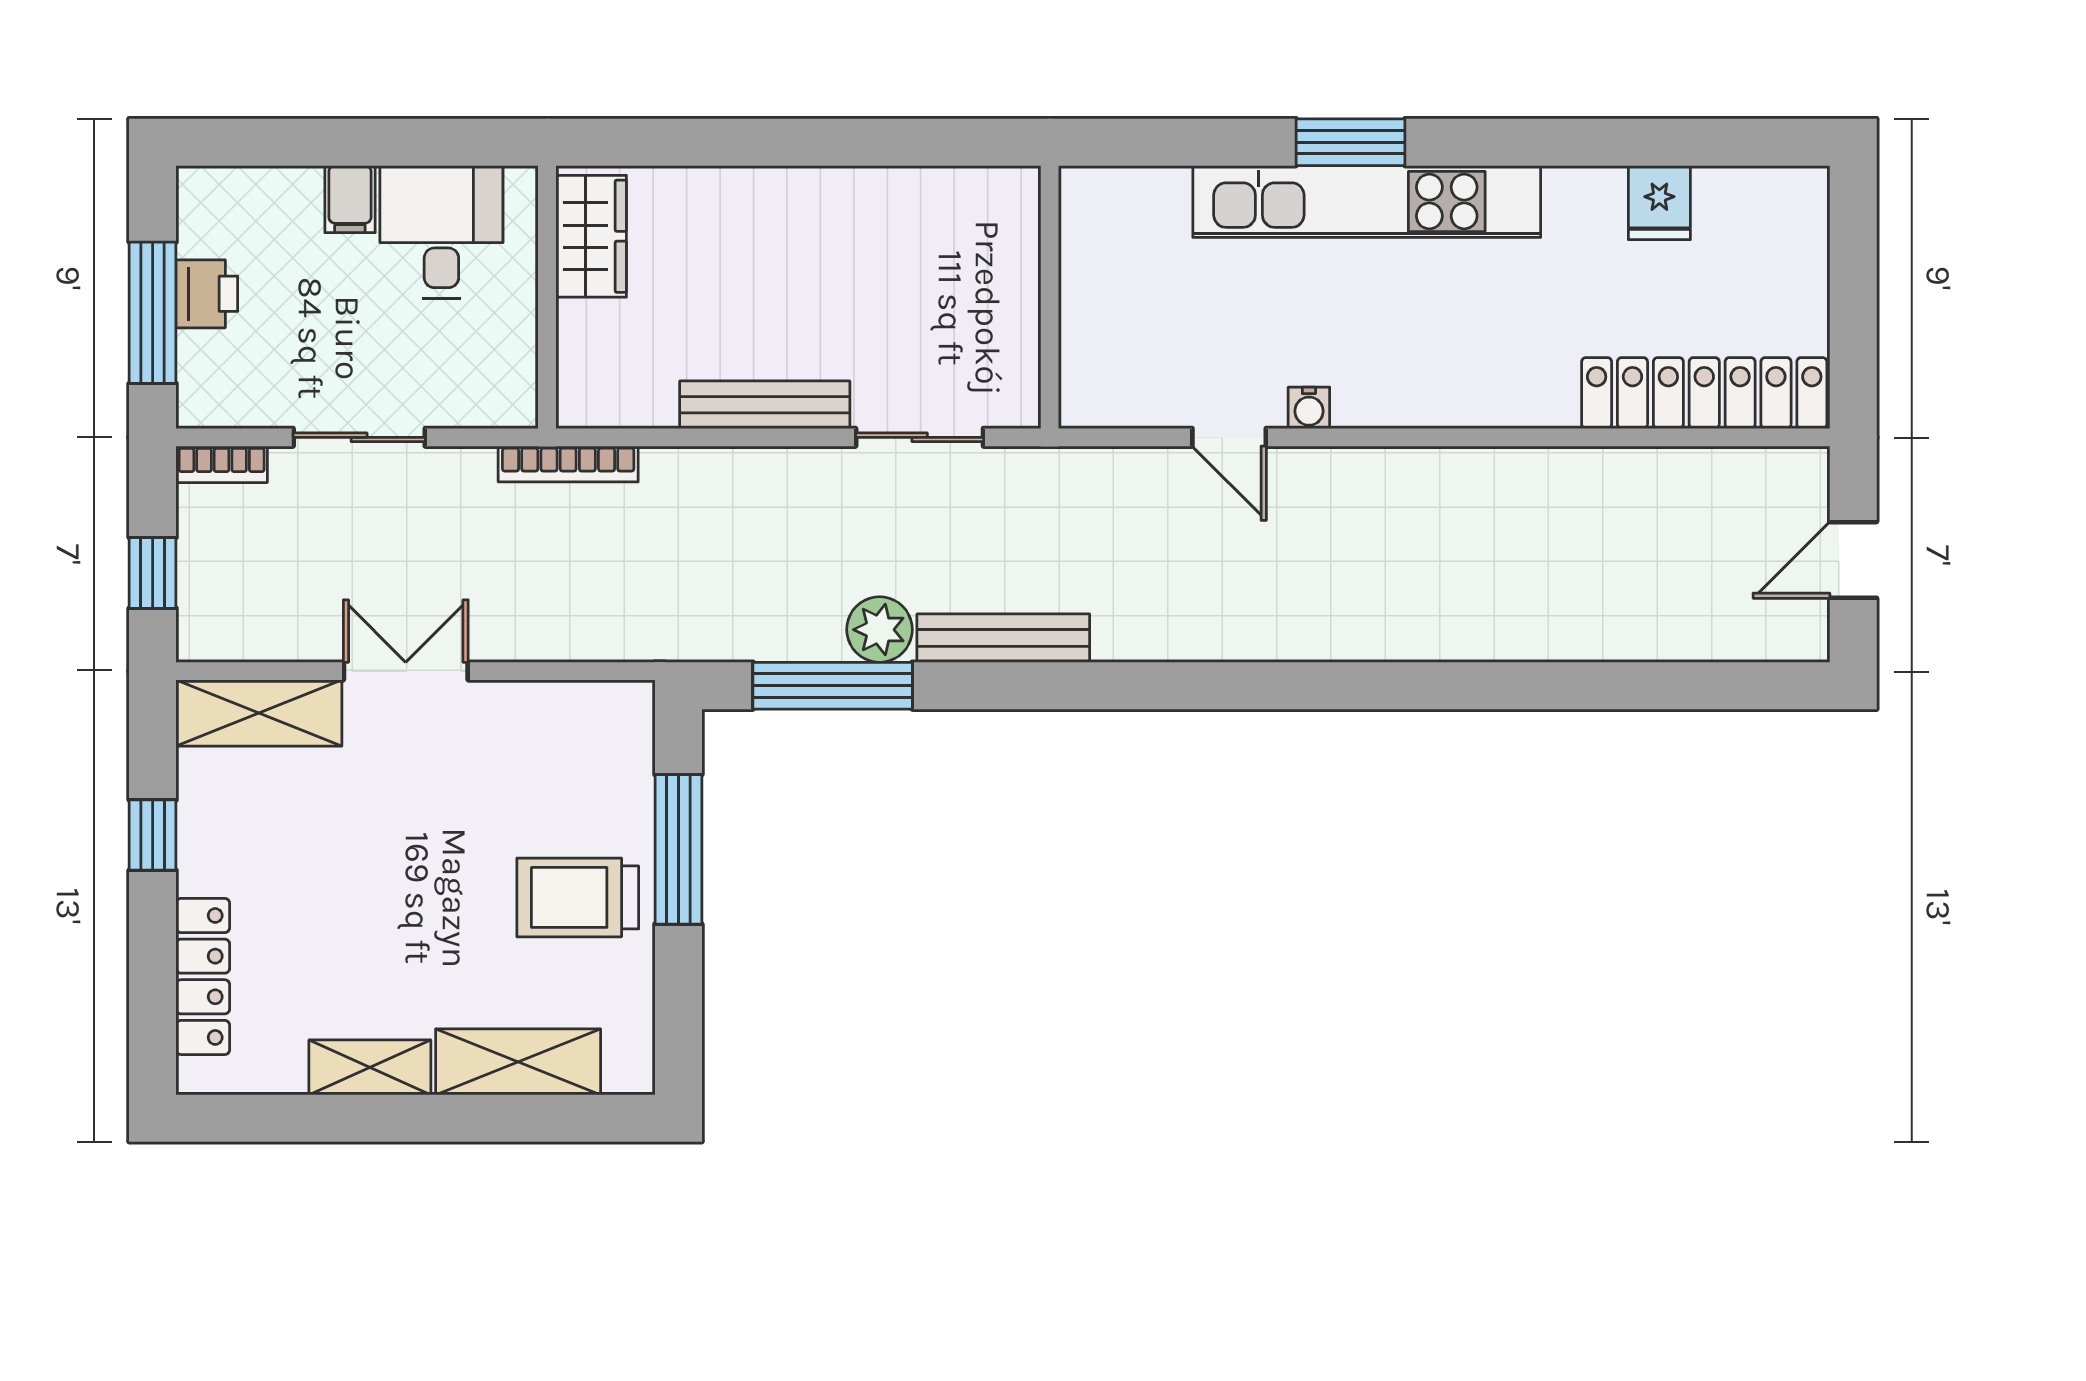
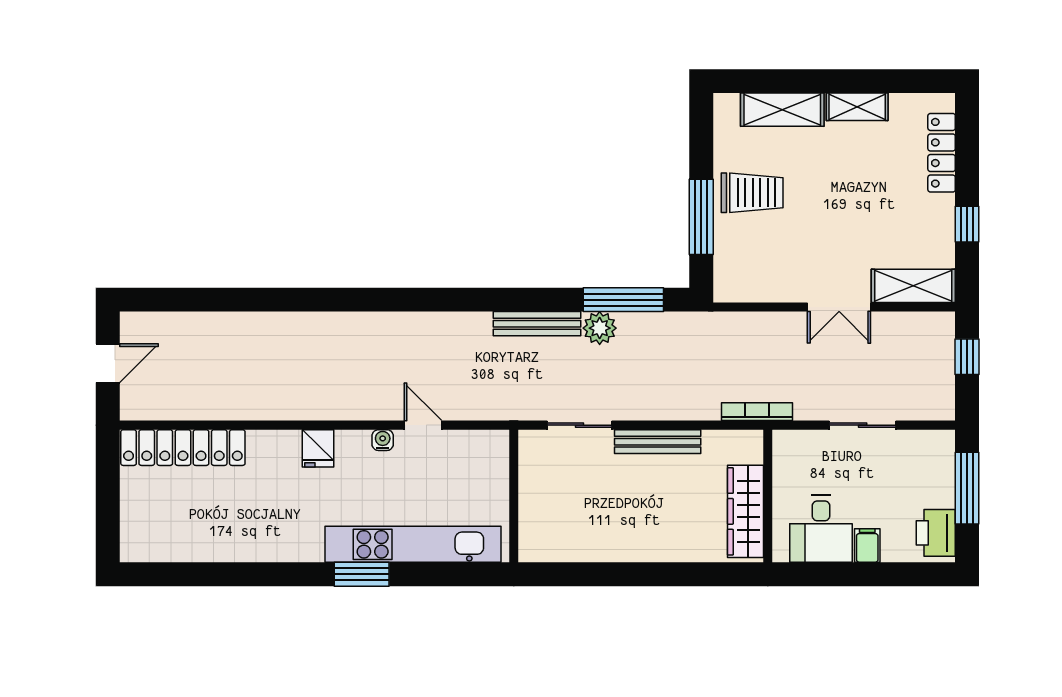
kitchen unit: (1367, 202) -> (413, 544), moved
fridge: (1659, 203) -> (318, 448), moved, turned 180
wardrobe: (591, 236) -> (745, 511), width x1.50
printer: (207, 294) -> (936, 533), moved, width x1.36, depth x1.24
bookcase: (222, 464) -> (932, 412), removed

